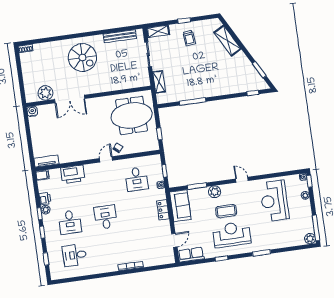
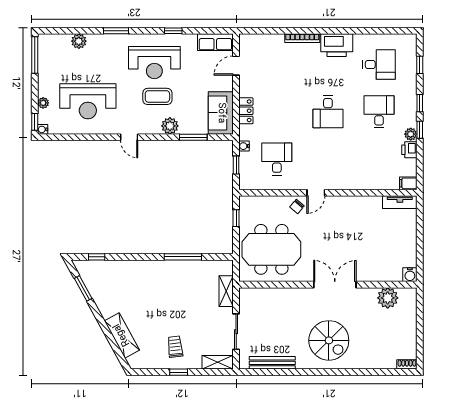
spiral stairs: (82, 57) -> (329, 340), turned 180
double door: (70, 99) -> (335, 285), moved
printer: (73, 174) -> (337, 45), moved, turned 180
reception desk: (274, 201) -> (88, 101), turned 90
plant: (310, 239) -> (79, 41), moved

